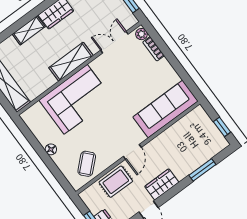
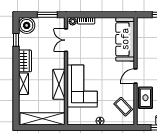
shelving: (71, 62) -> (59, 84), moved
door: (132, 152) -> (136, 76), swing flipped

